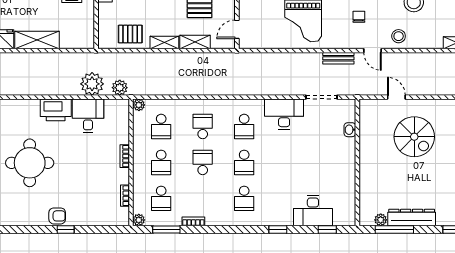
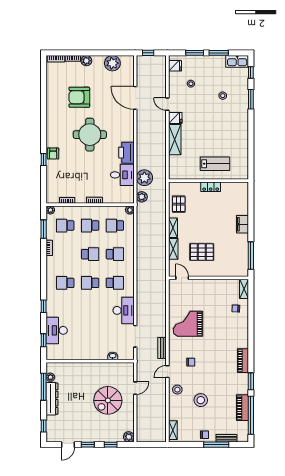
school desk: (244, 126) -> (115, 283), turned 180

